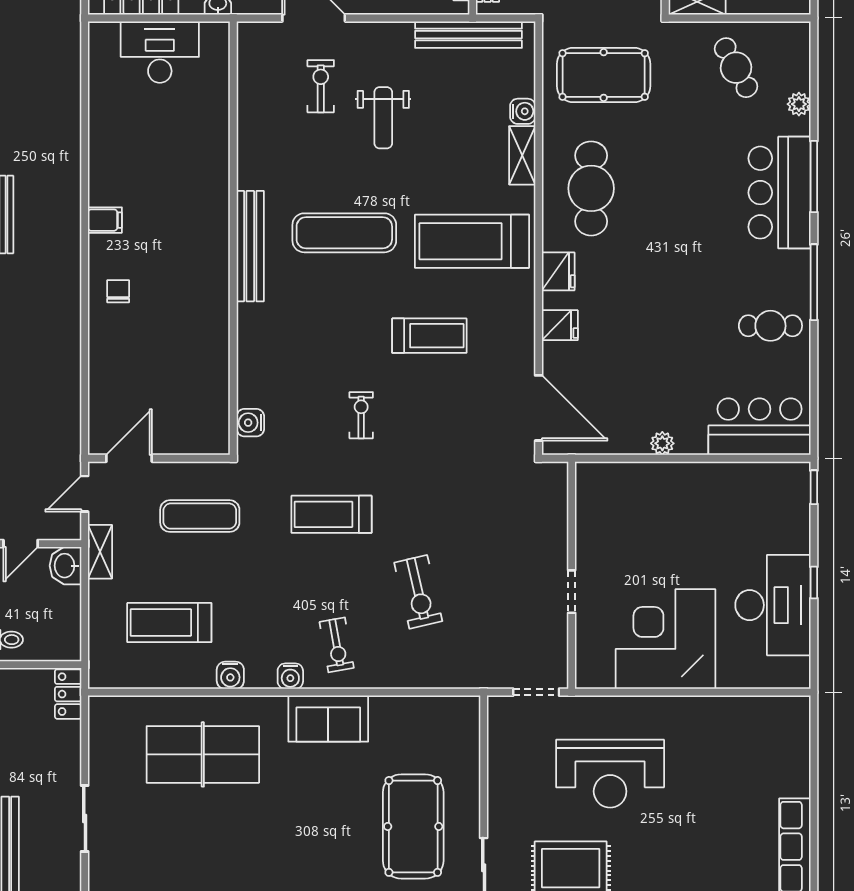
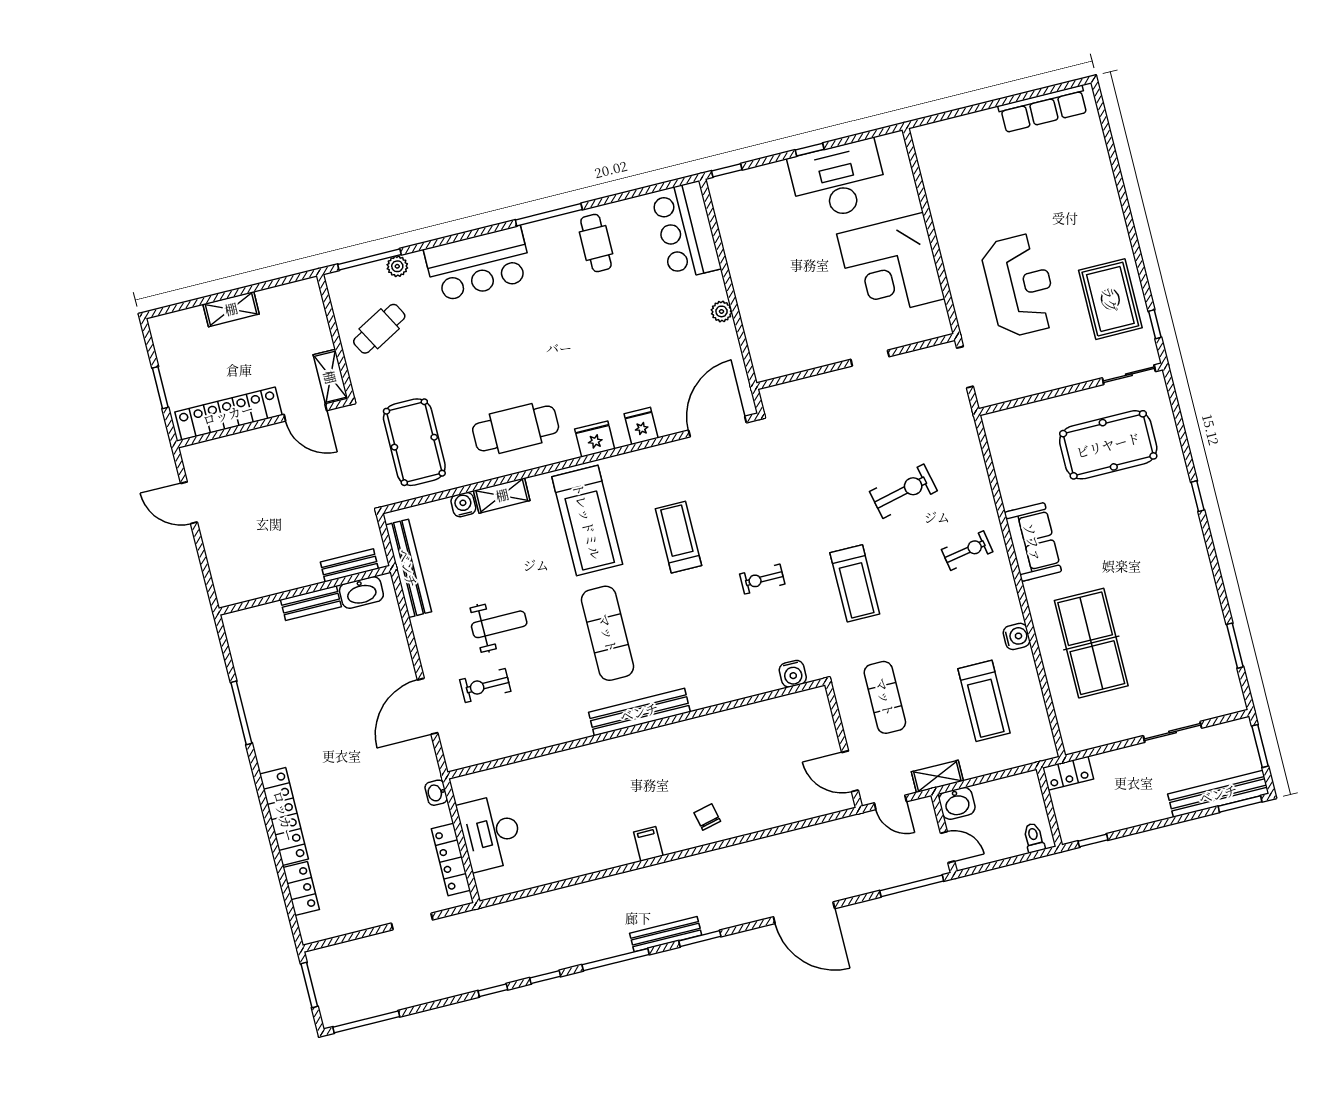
window: (814, 177) -> (369, 259), moved
chair: (118, 291) -> (707, 817), turned 77
water cooler: (290, 676) -> (1004, 584), removed

